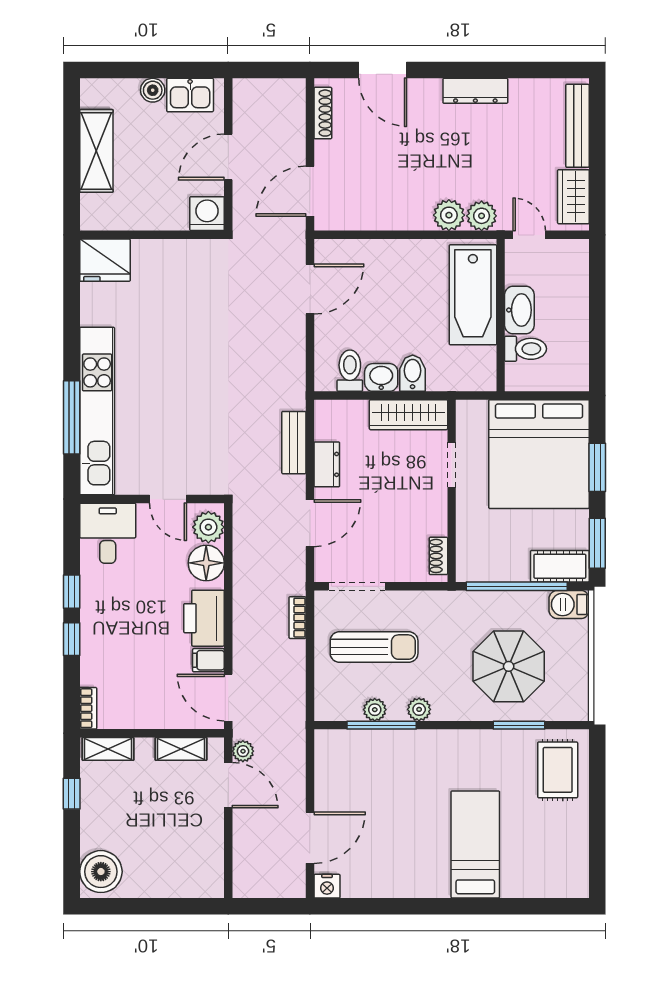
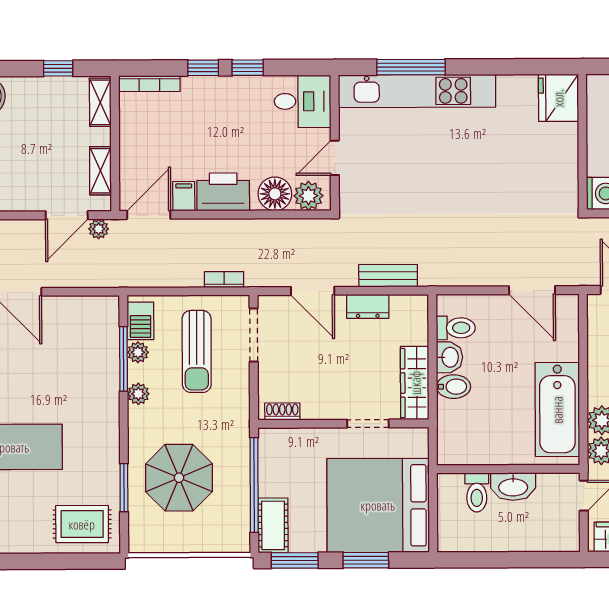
bathtub: (473, 295) -> (557, 410), moved, turned -90
barbecue: (569, 604) -> (140, 321), moved, turned 180
bookcase: (88, 708) -> (149, 84), width x1.56

